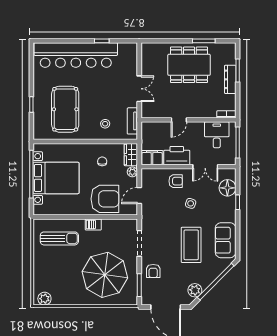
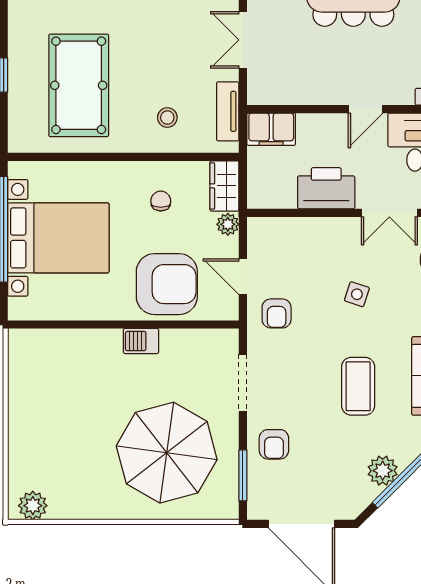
double door: (139, 89) -> (243, 40), swing flipped
door: (179, 120) -> (366, 109), moved
filing cabinet: (152, 158) -> (271, 129), moved, turned 180
armchair: (176, 181) -> (277, 313), moved, turned 90
door: (139, 195) -> (243, 277), hinge flipped
sun lounger: (59, 238) -> (66, 372), removed
coffee table: (191, 245) -> (358, 386), width x0.73, depth x0.76
plant: (195, 290) -> (383, 471), moved

